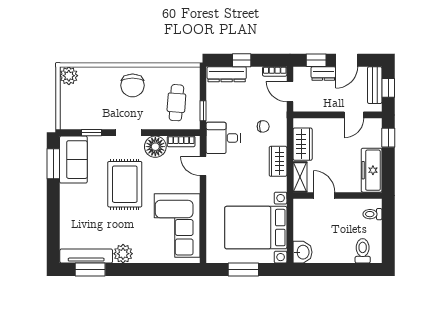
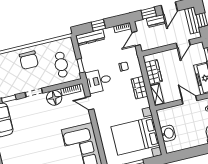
door: (290, 92) -> (136, 39), hinge flipped
rug: (125, 184) -> (40, 128), removed
door: (324, 195) -> (189, 100), moved
washbasin: (303, 252) -> (168, 133), moved

